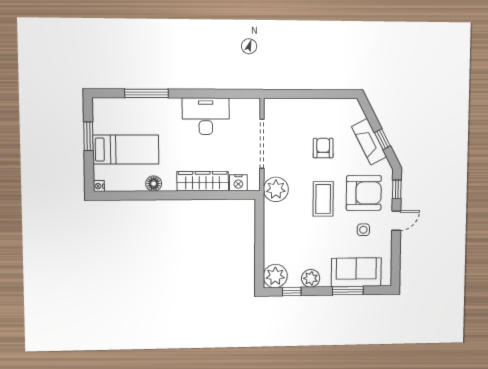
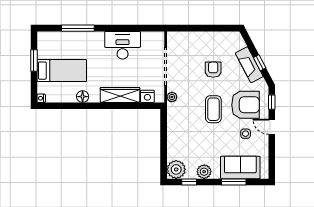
plant: (276, 189) -> (172, 97), width x0.53, depth x0.53
door: (396, 221) -> (272, 127), swing flipped

